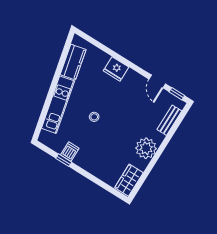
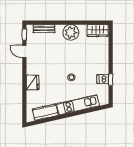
door: (157, 81) -> (24, 52), swing flipped

